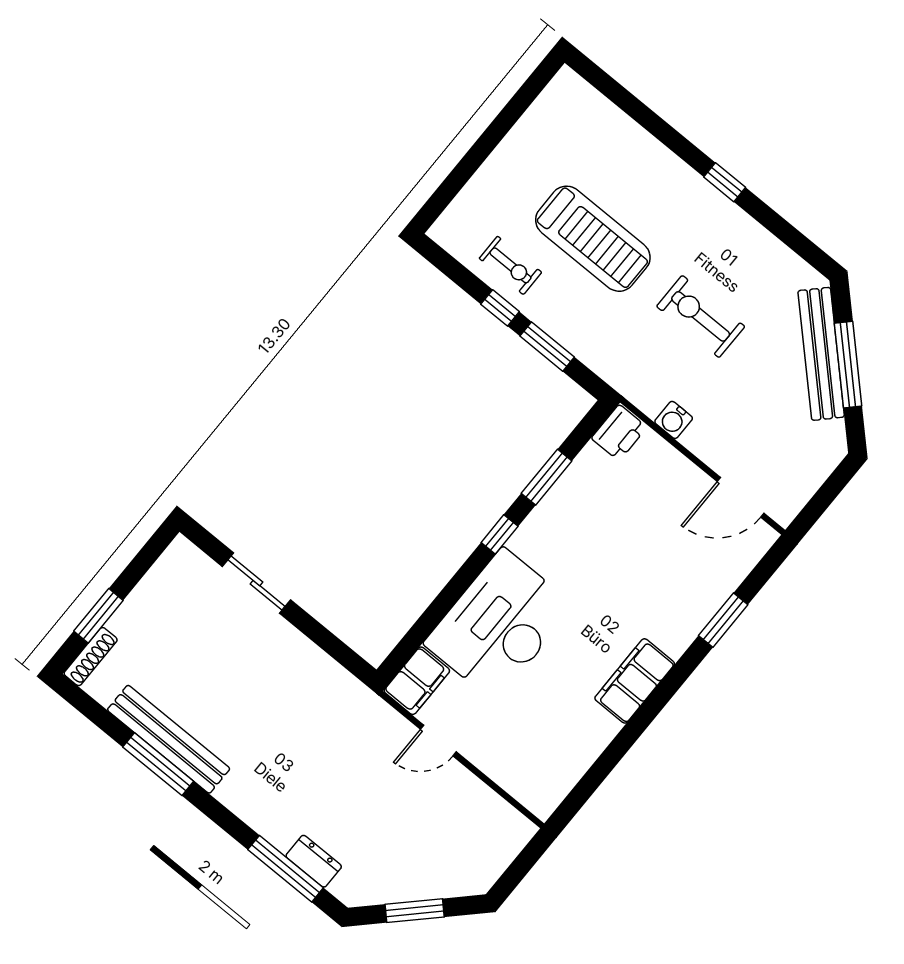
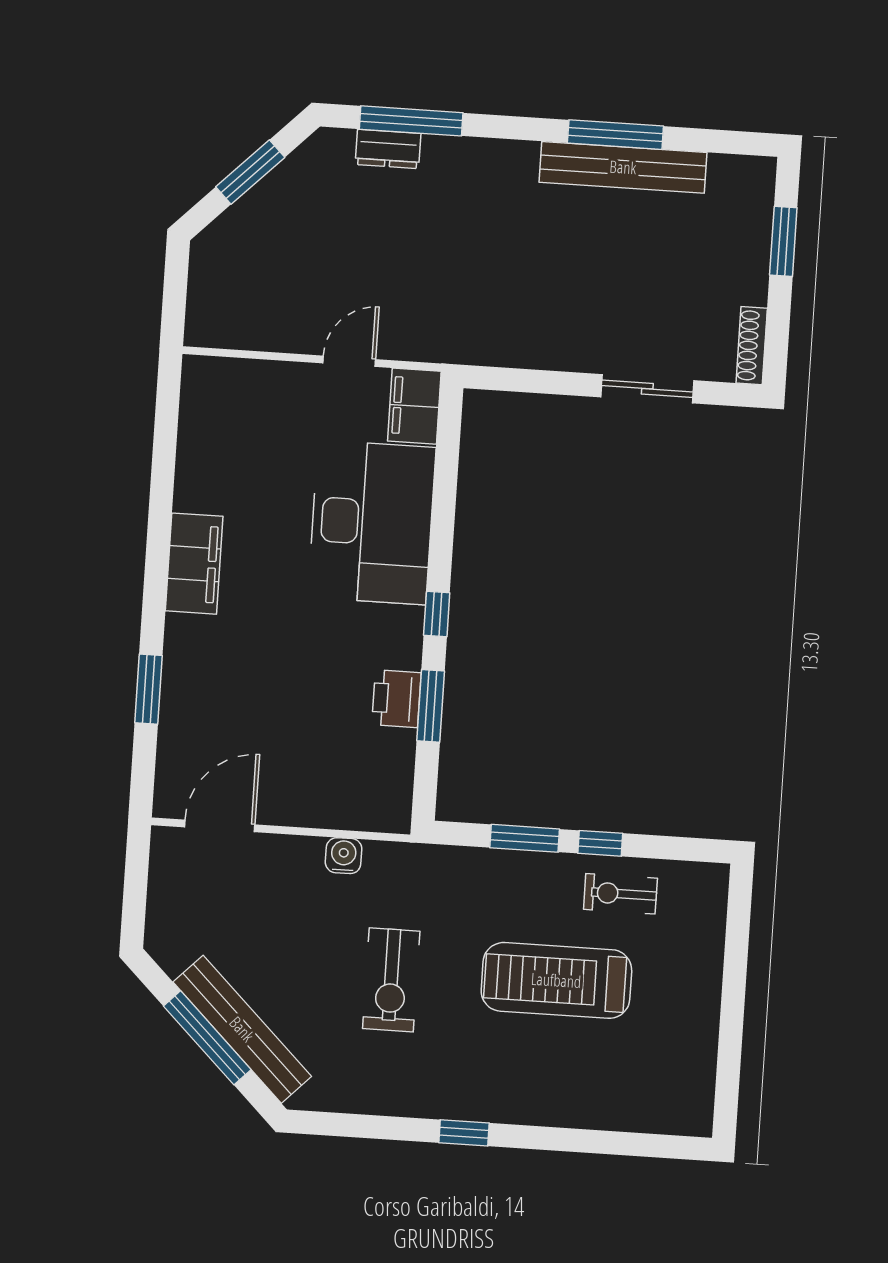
exercise bike: (701, 316) -> (391, 980), turned 90
printer: (619, 433) -> (396, 699), moved
shoe rack: (91, 657) -> (752, 346), moved

